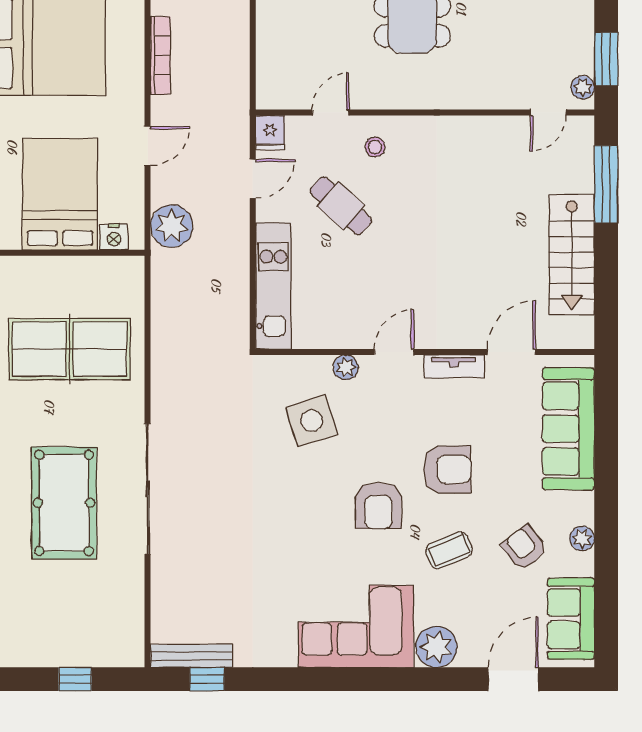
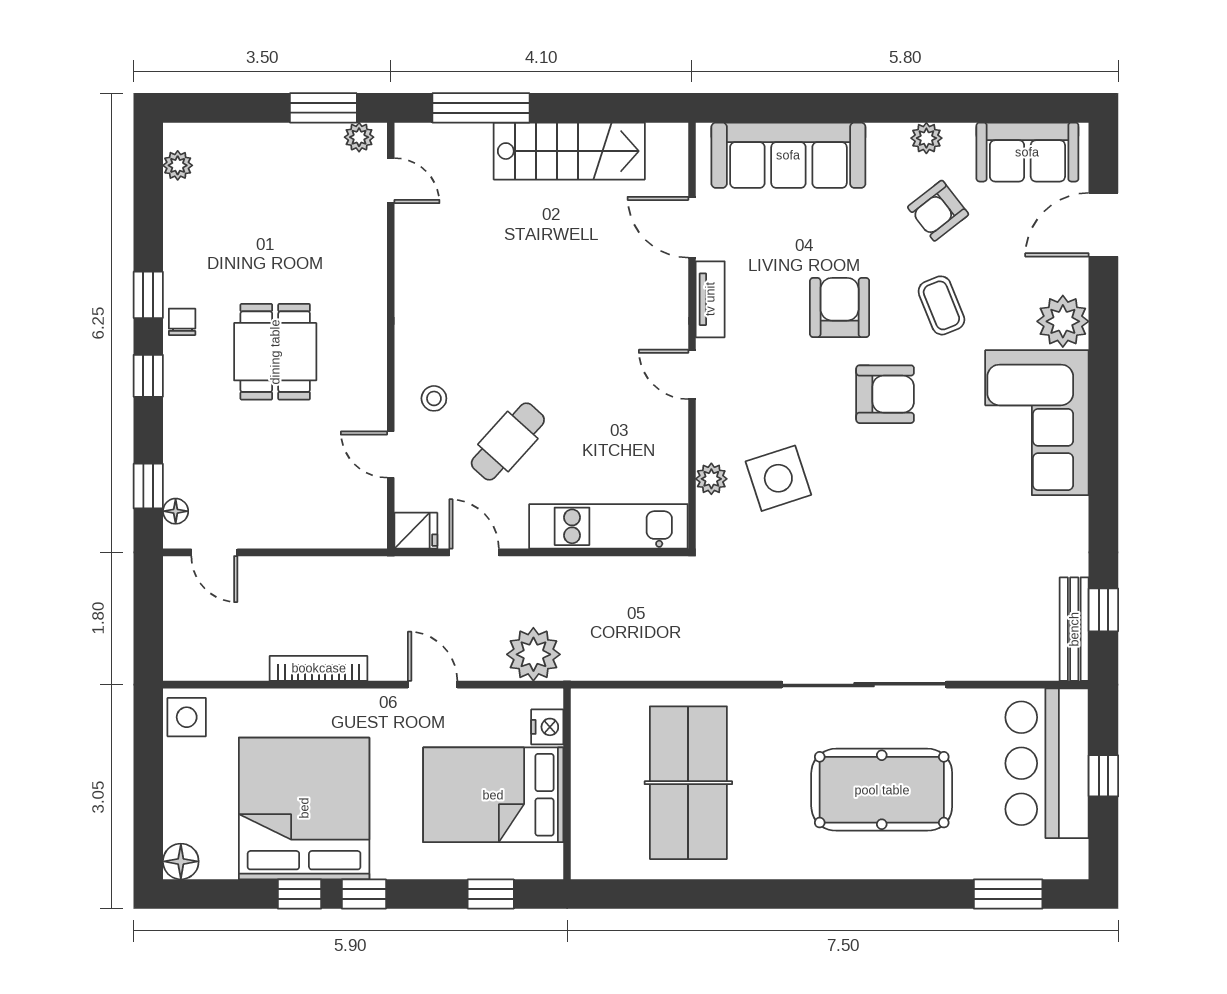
plant: (346, 367) -> (711, 479), moved
bar counter: (85, 634) -> (1047, 763), added
door: (513, 679) -> (1103, 225), hinge flipped

